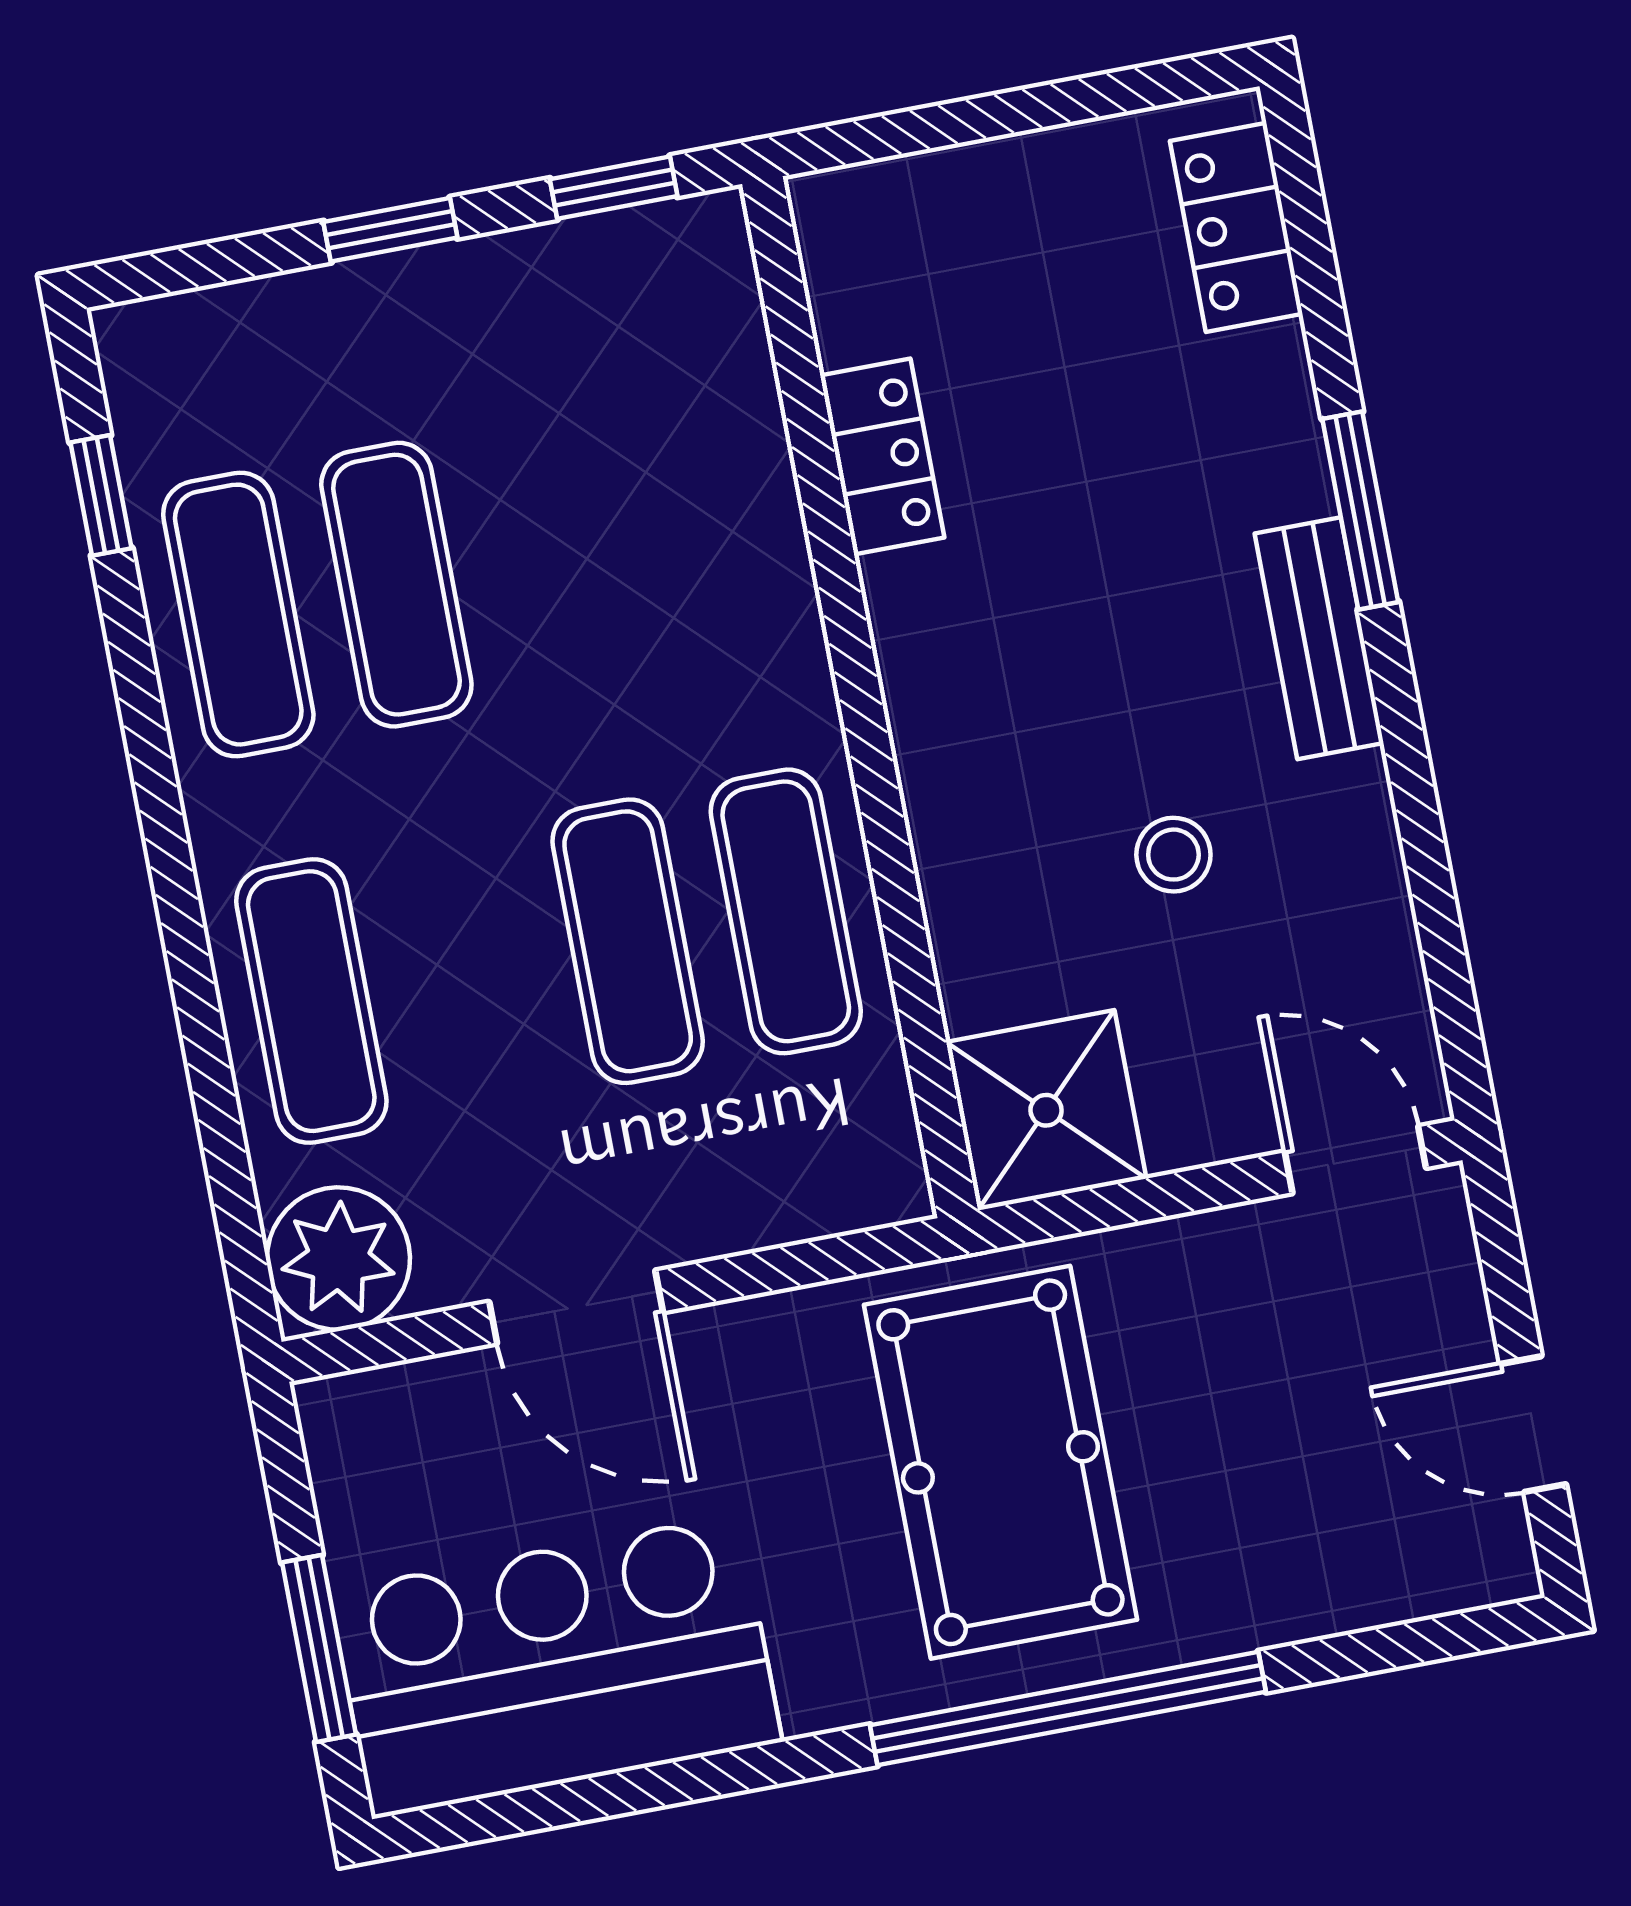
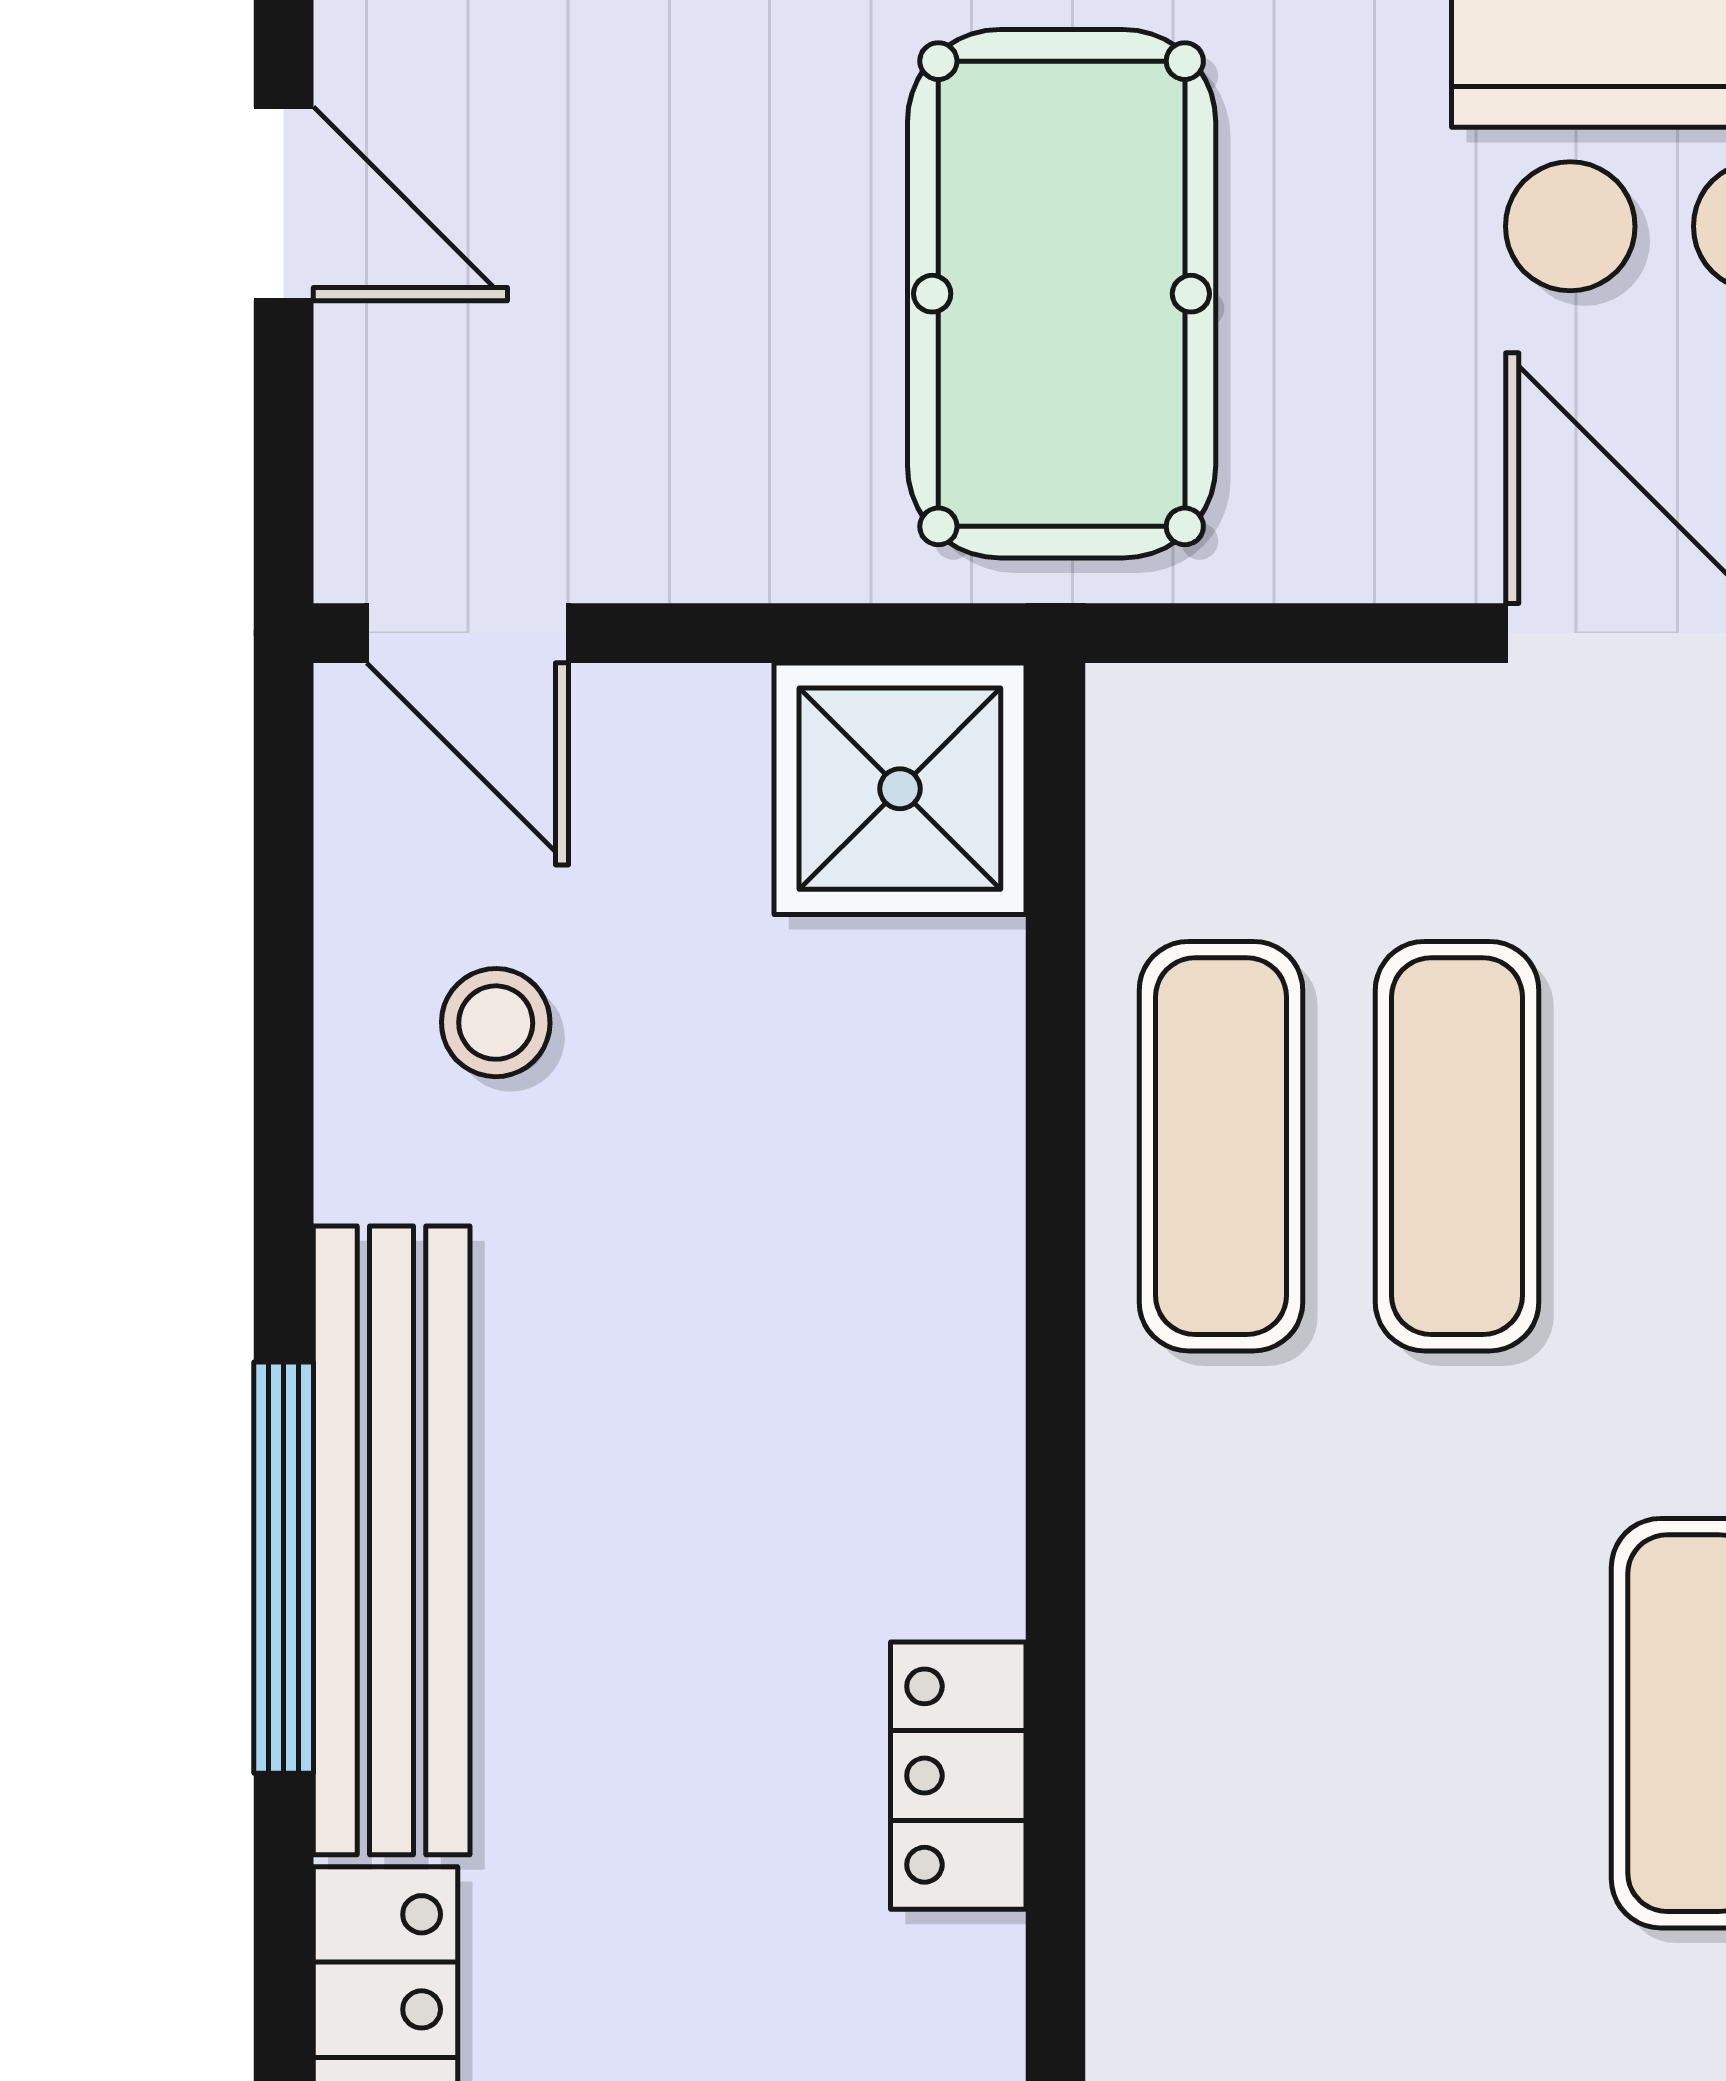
window: (1360, 510) -> (284, 1568), width x1.44
bench: (1319, 638) -> (392, 1540), width x1.86, depth x1.21
stool: (1173, 855) -> (496, 1023), moved

